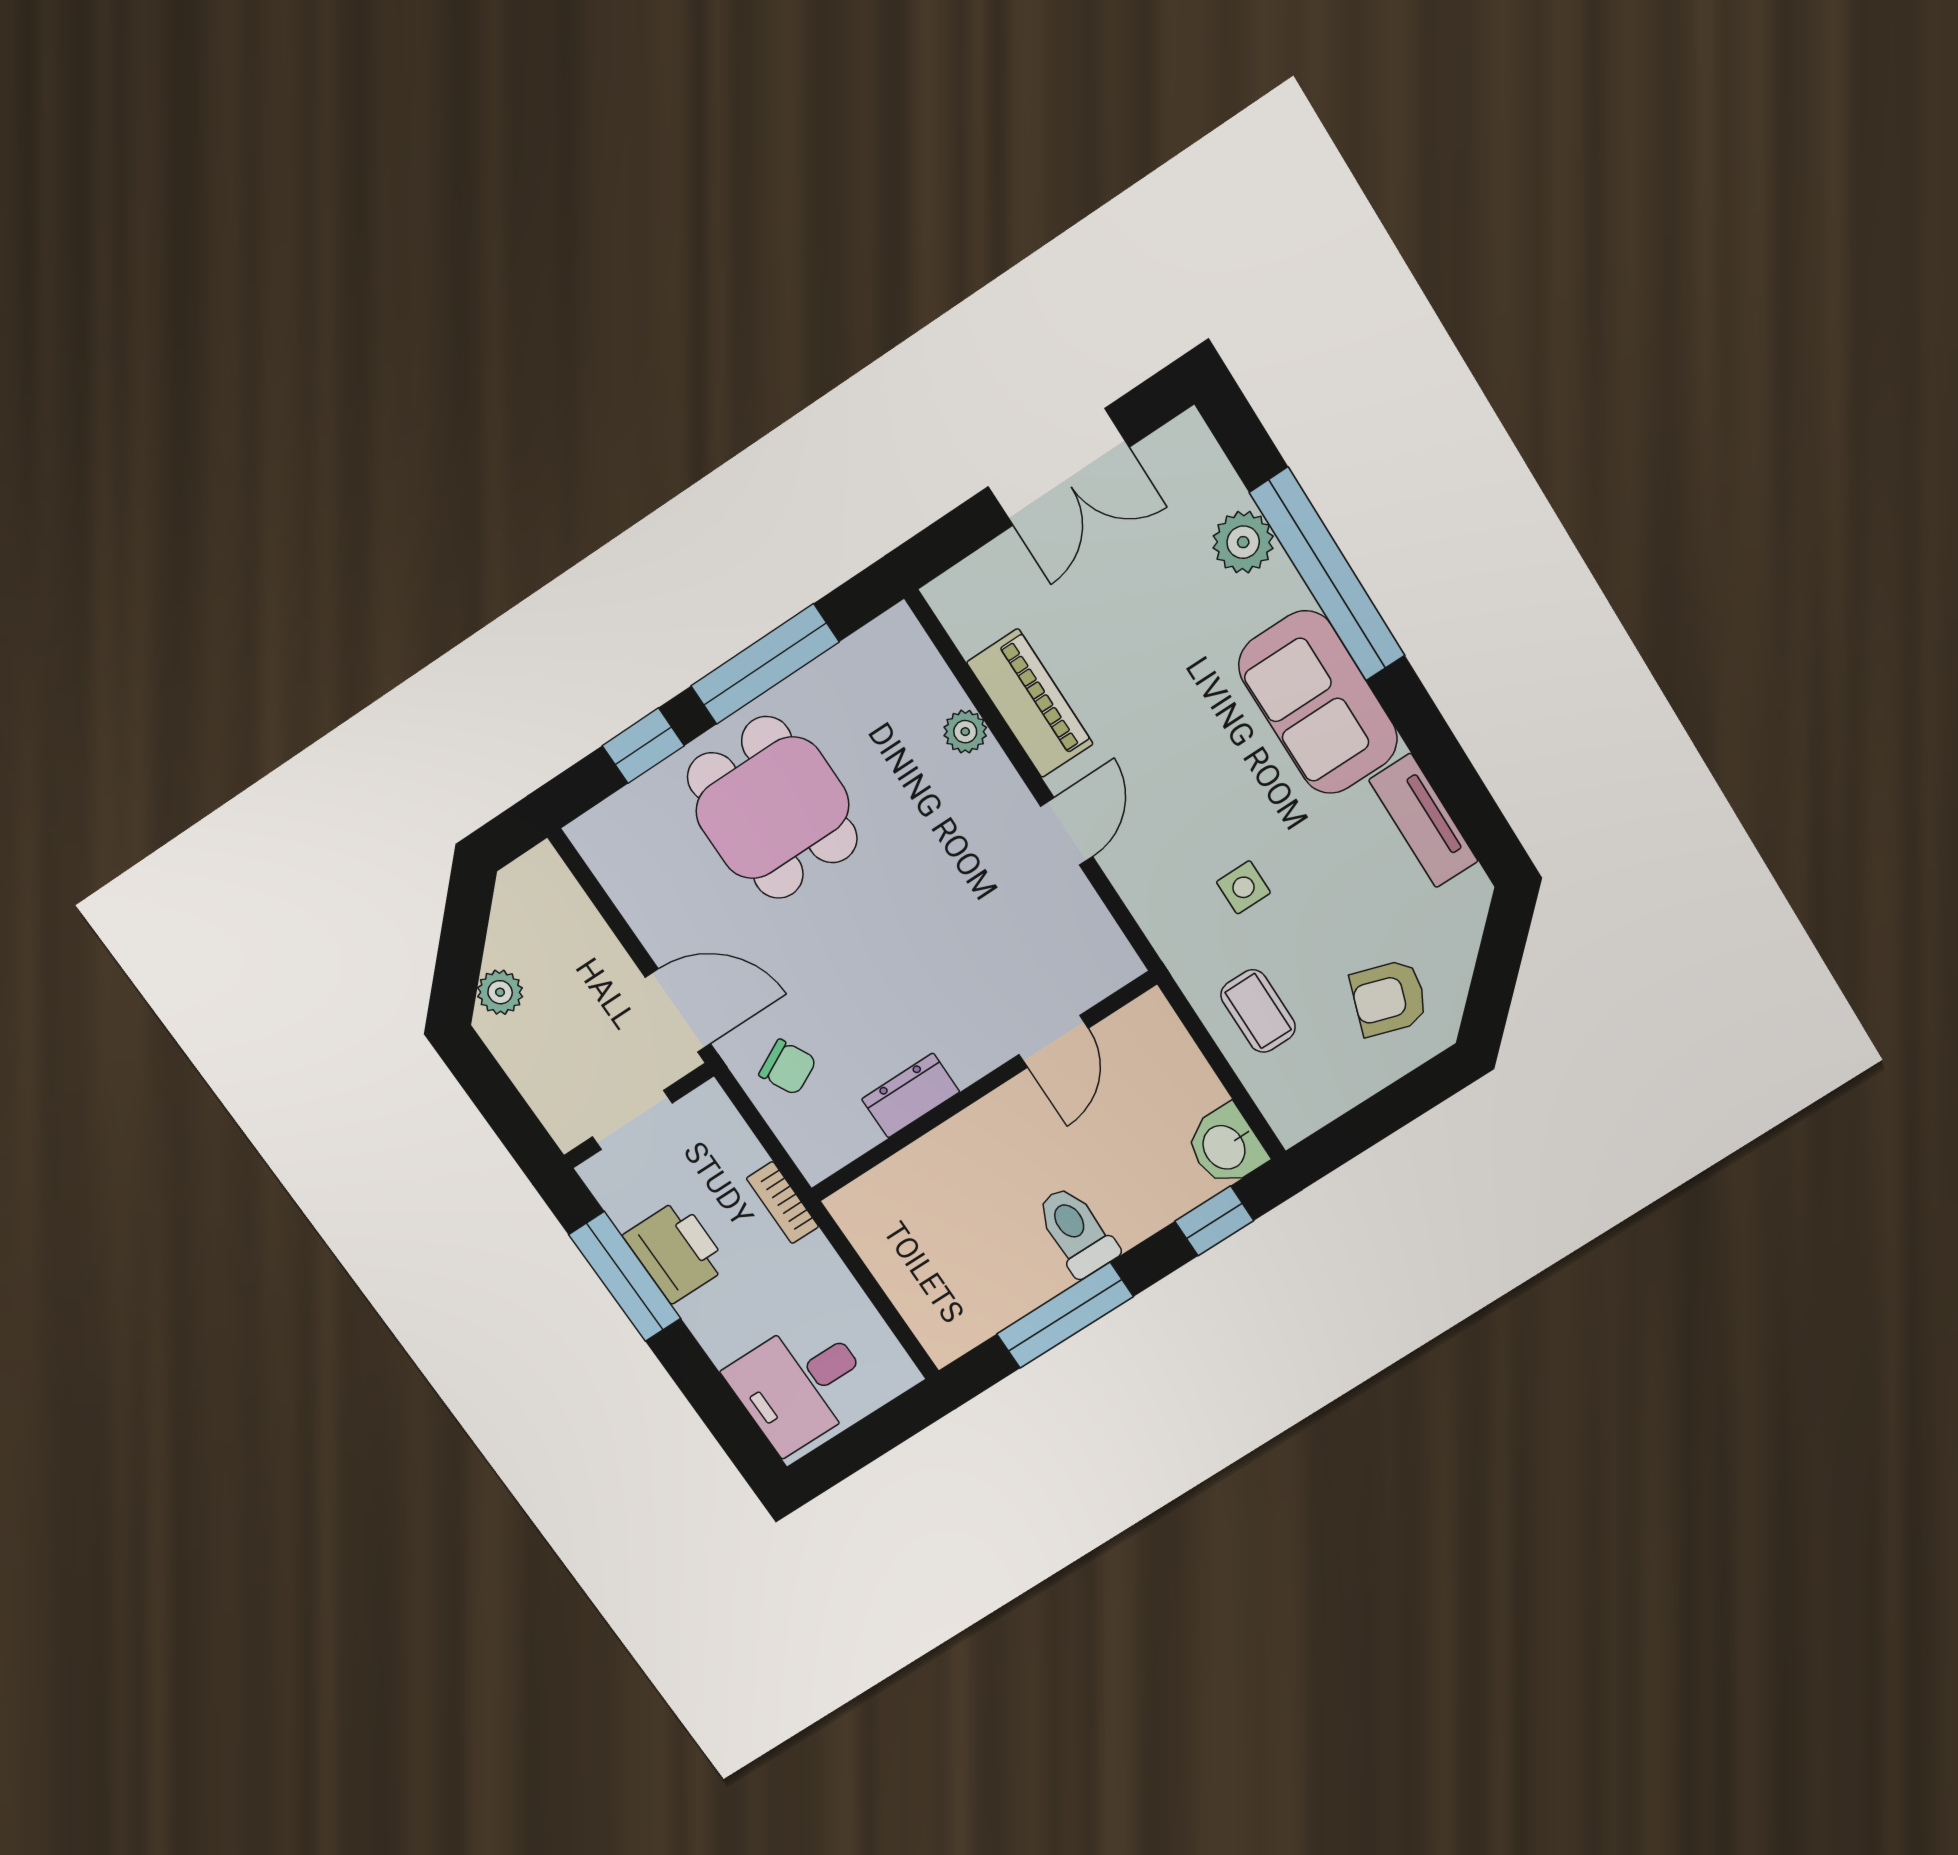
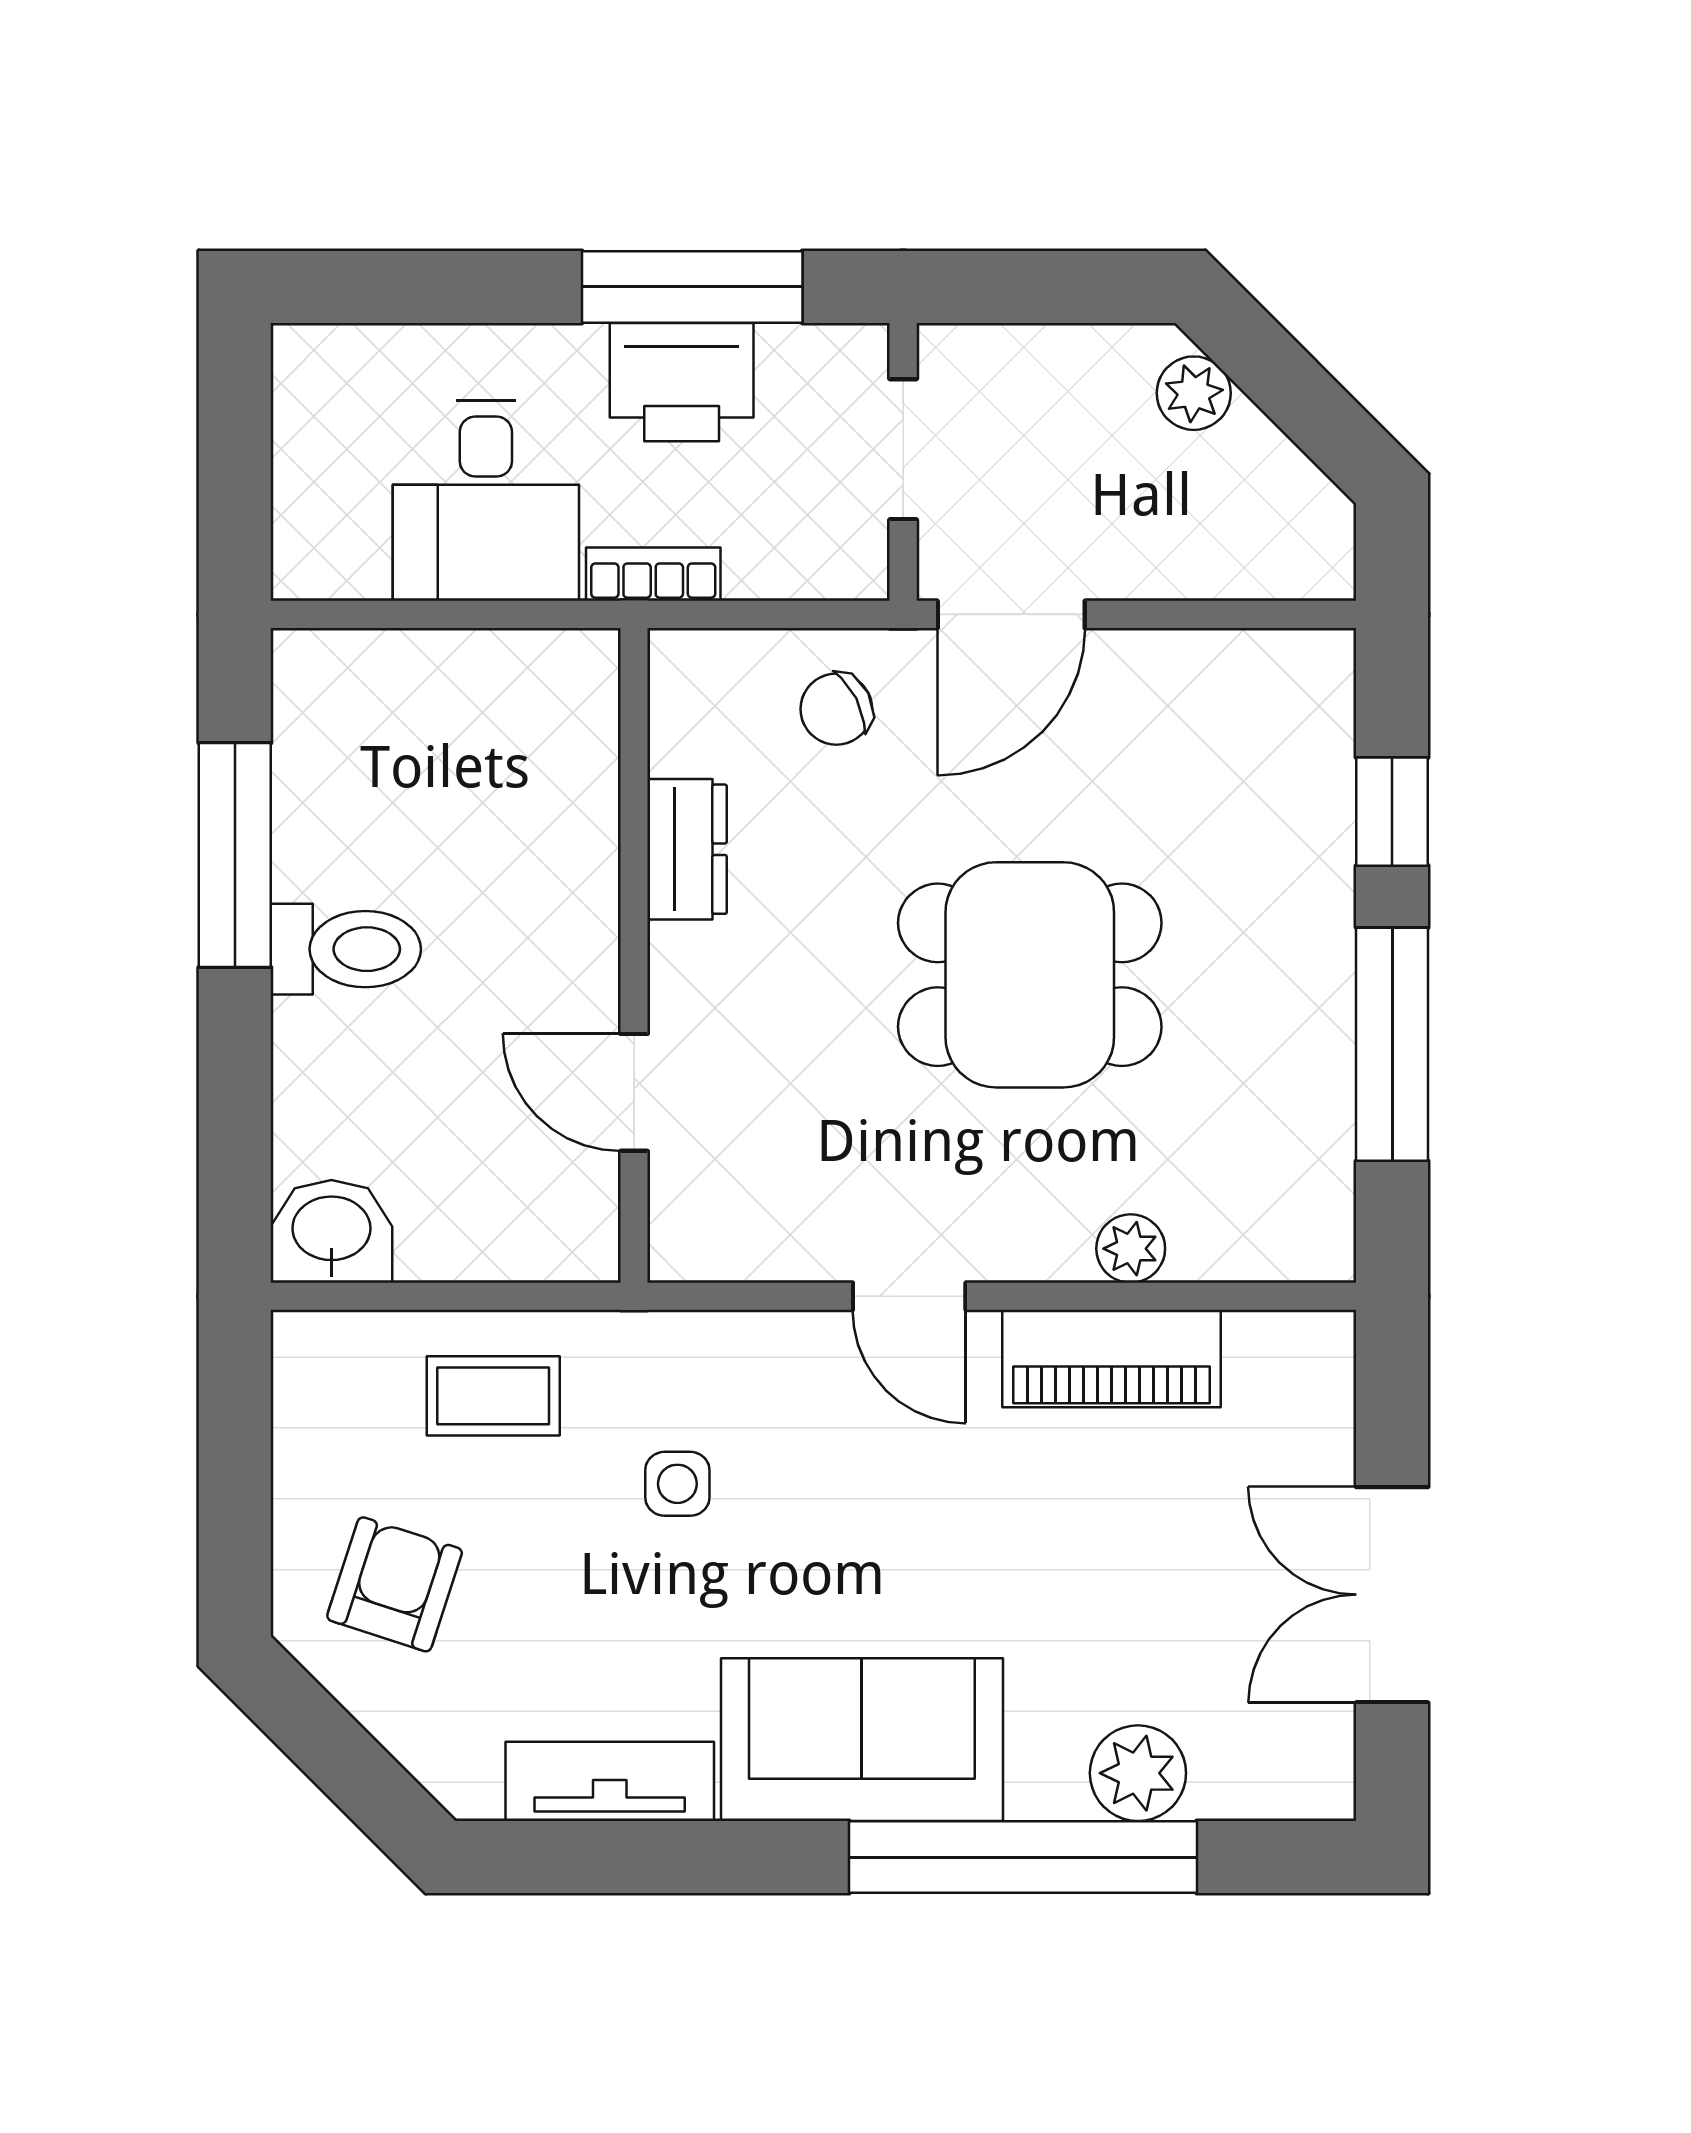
dining table: (773, 808) -> (1030, 975), moved
window: (1214, 1221) -> (235, 1148), removed
desk: (801, 1384) -> (486, 501), moved, turned 180

